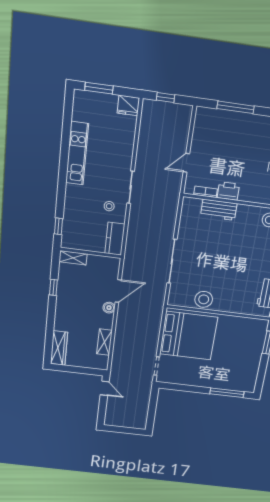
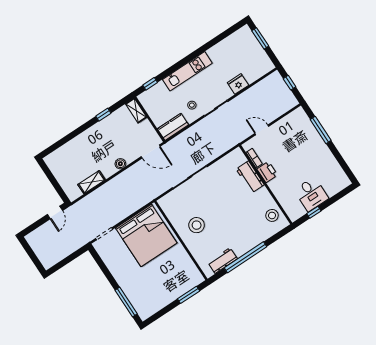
fridge: (128, 106) -> (238, 84), moved, turned 90
kitchen unit: (77, 153) -> (187, 71), moved
door: (118, 291) -> (151, 151), moved
stool: (204, 299) -> (197, 225), moved
wardrobe: (59, 348) -> (60, 155), removed

